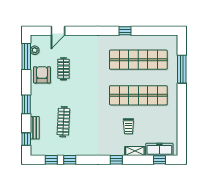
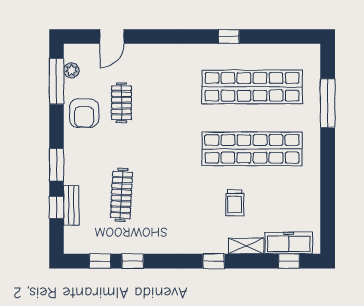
armchair: (42, 75) -> (84, 113), turned 180
window: (26, 139) -> (57, 207), moved

